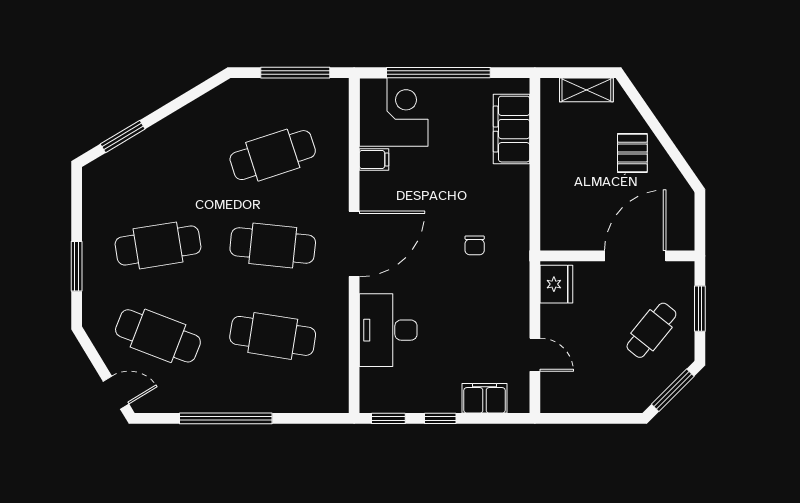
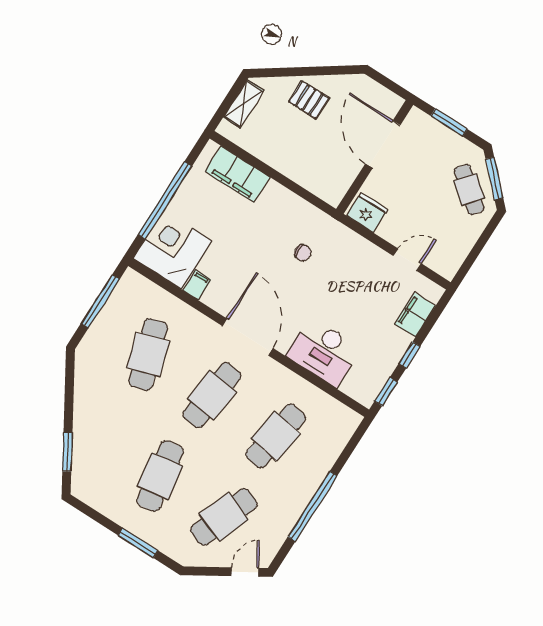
cafe table: (651, 330) -> (469, 189), moved

